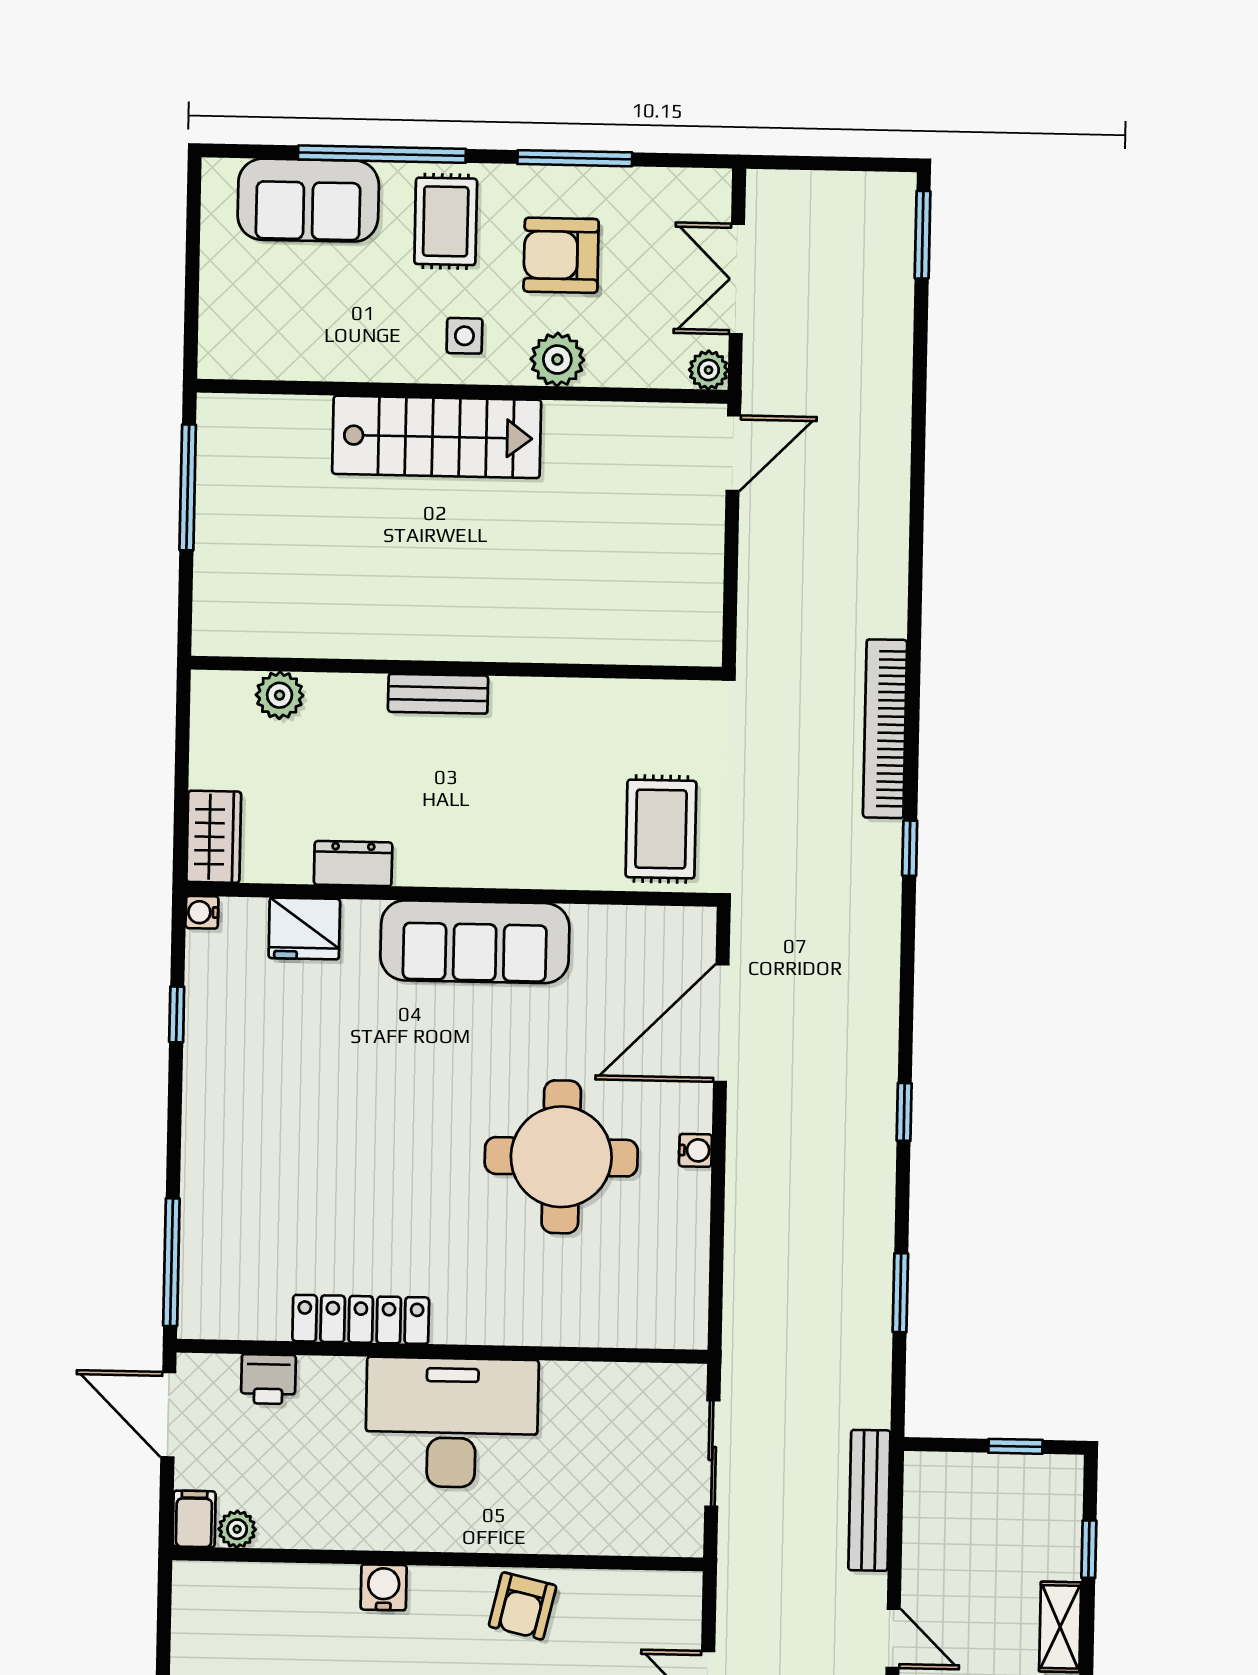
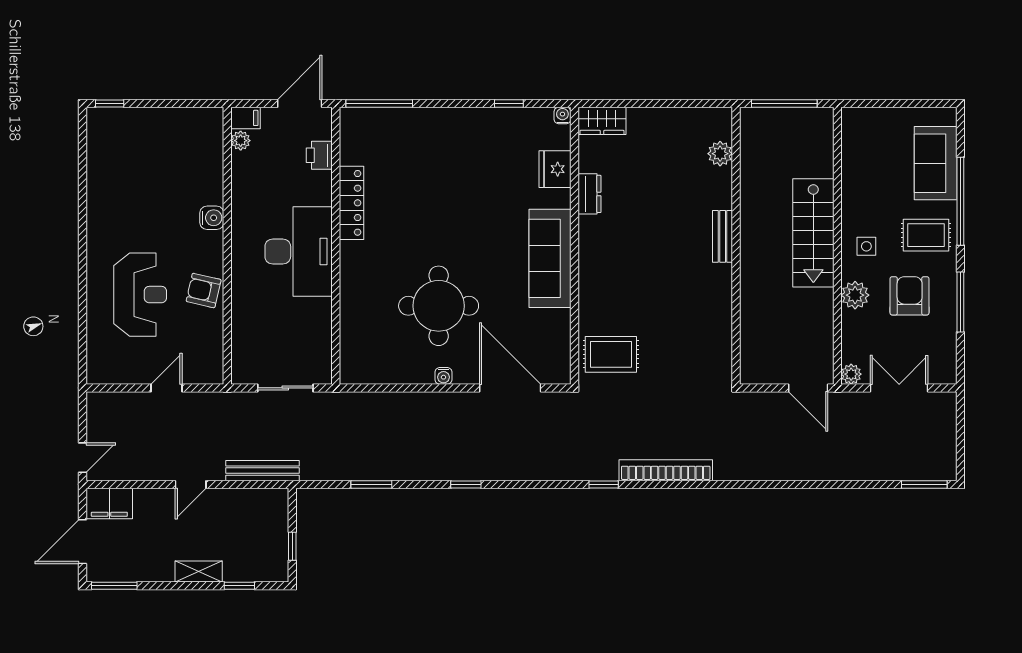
wall: (456, 668) -> (736, 246), moved
bench: (438, 694) -> (723, 236), moved
plant: (280, 695) -> (720, 154), moved

